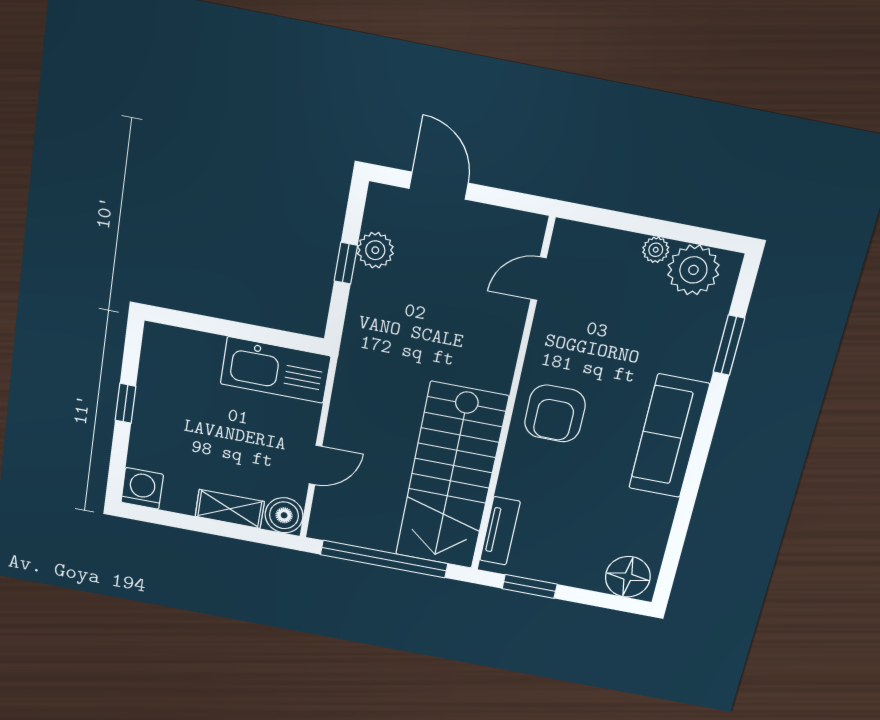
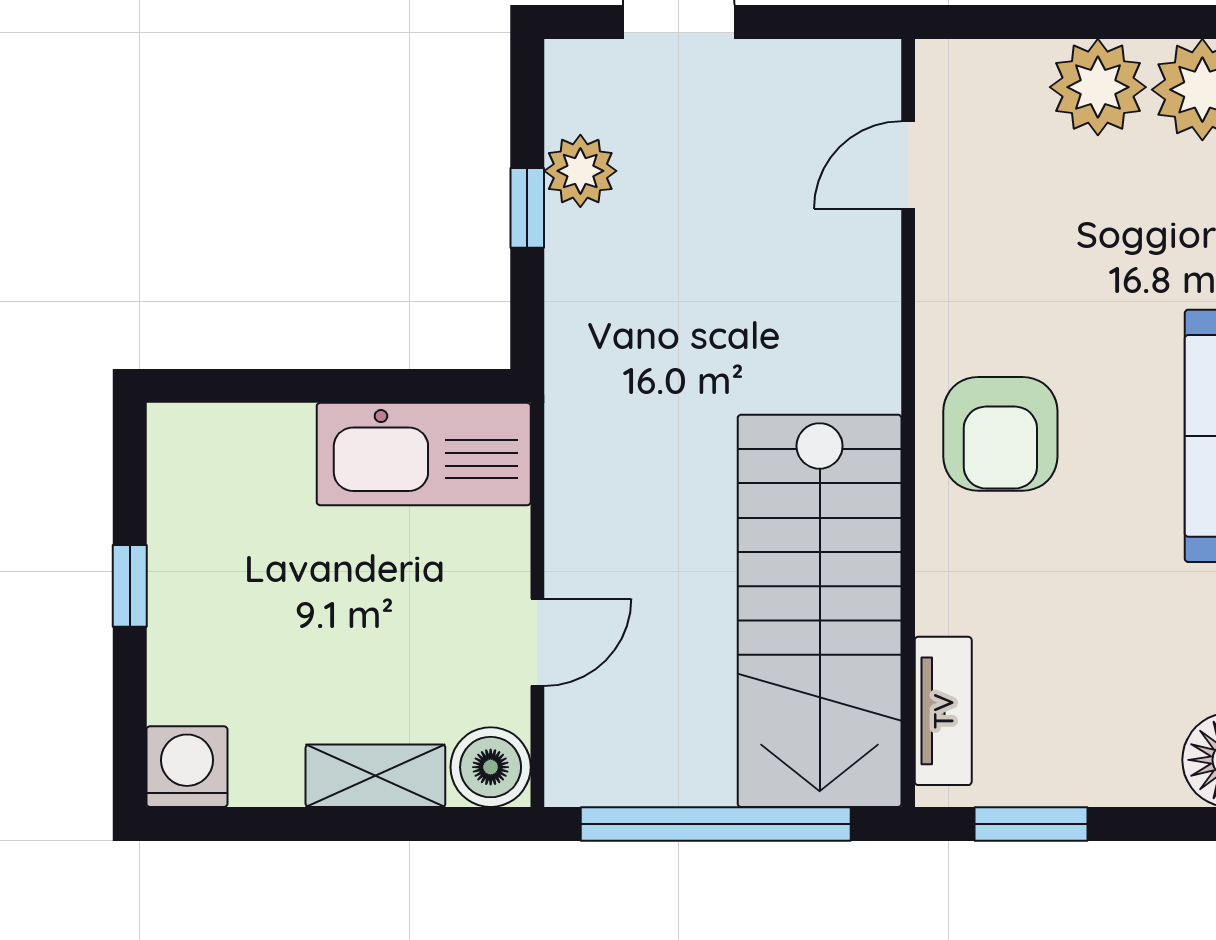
plant: (656, 250) -> (1098, 87), width x1.88, depth x1.88

